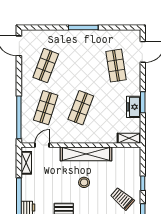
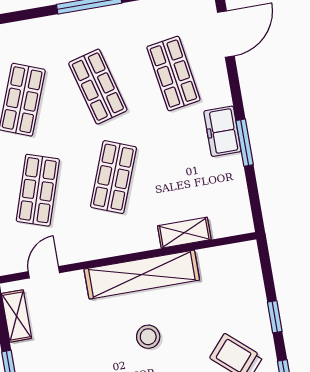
shop shelf: (81, 66) -> (98, 87), added
freezer: (134, 107) -> (222, 131), moved
shelving: (129, 138) -> (184, 233), moved

